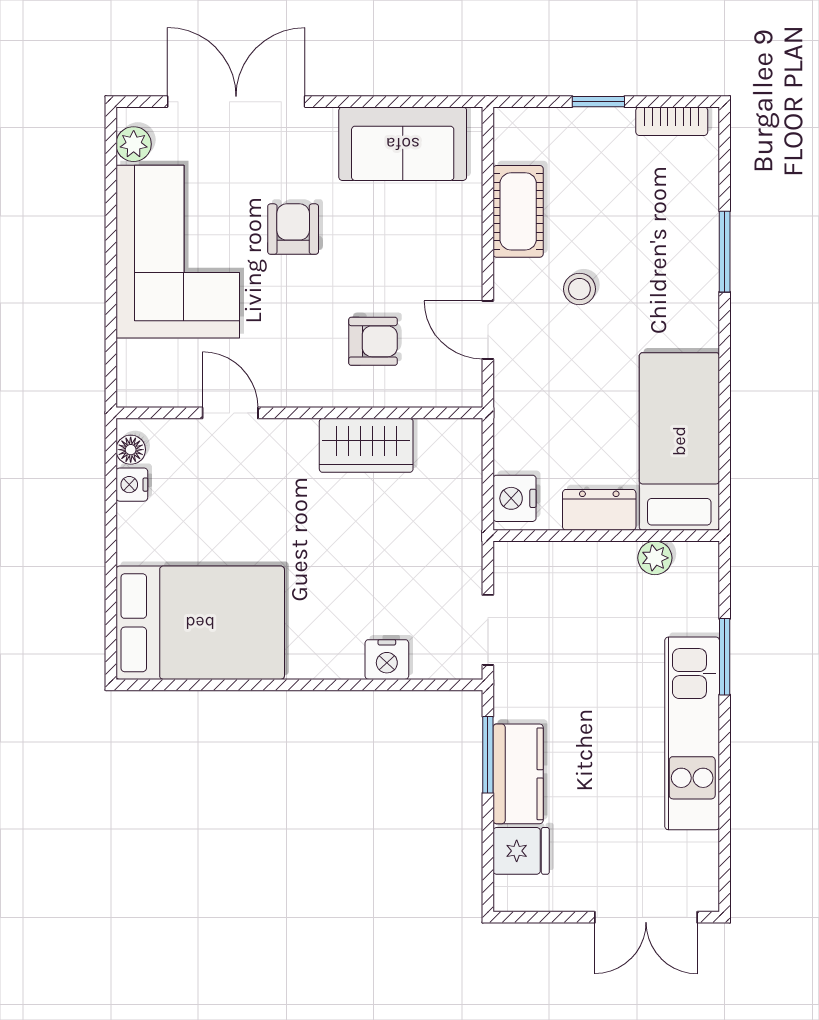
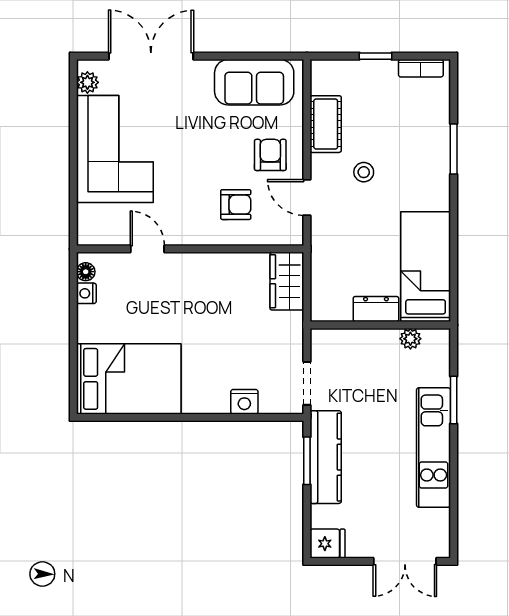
armchair: (293, 229) -> (270, 155), moved
wardrobe: (366, 445) -> (287, 281), moved, turned 90
nightstand: (515, 498) -> (323, 302), removed
kitchen counter: (518, 774) -> (326, 457), width x1.50
fridge: (521, 851) -> (328, 544), moved

